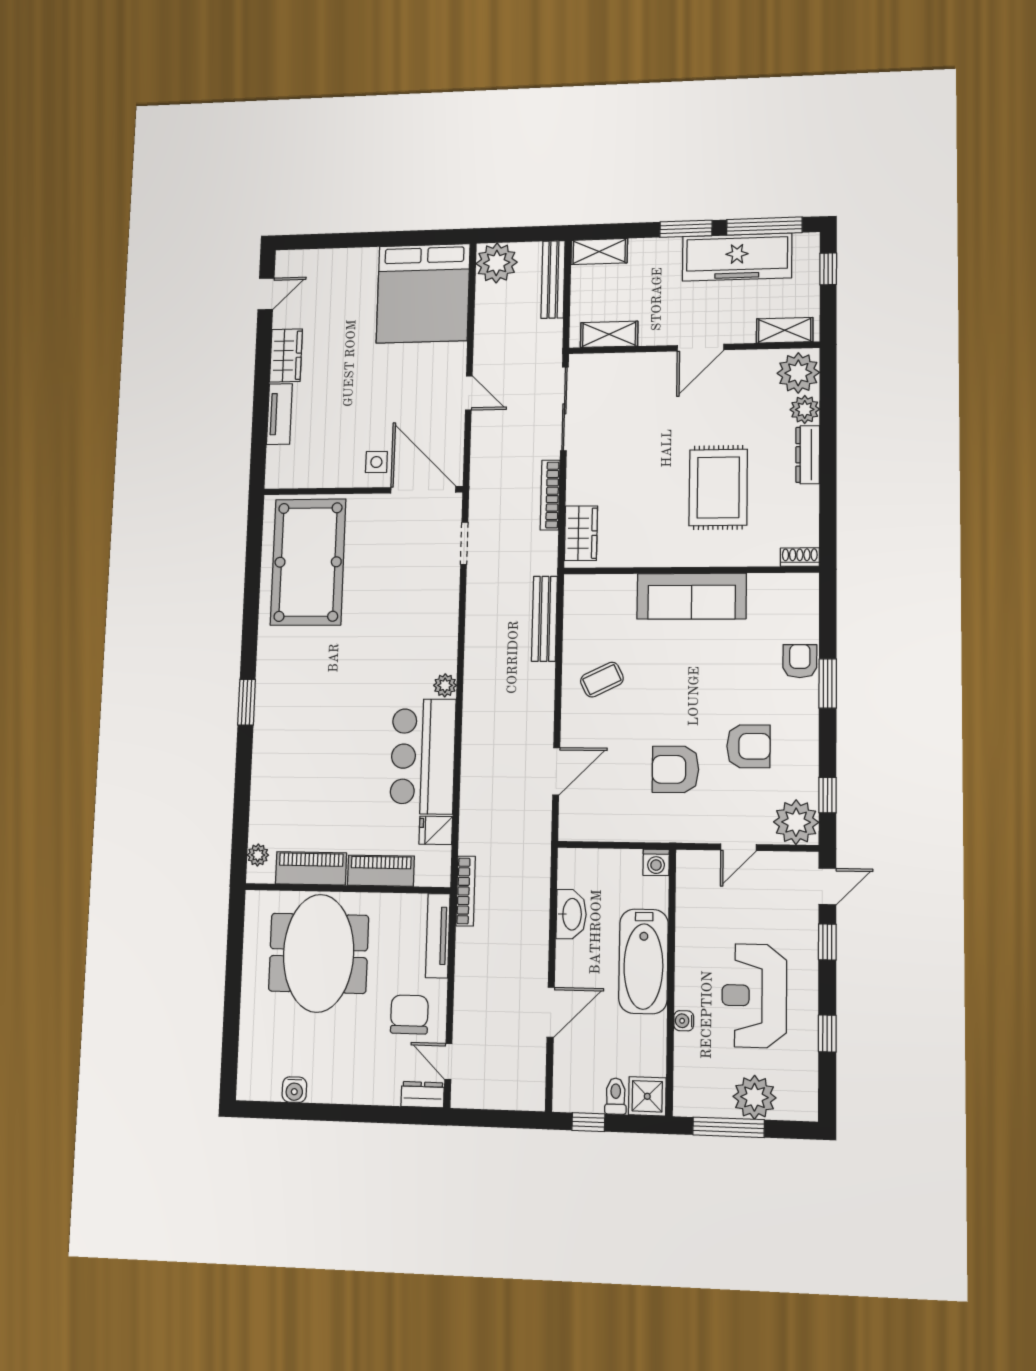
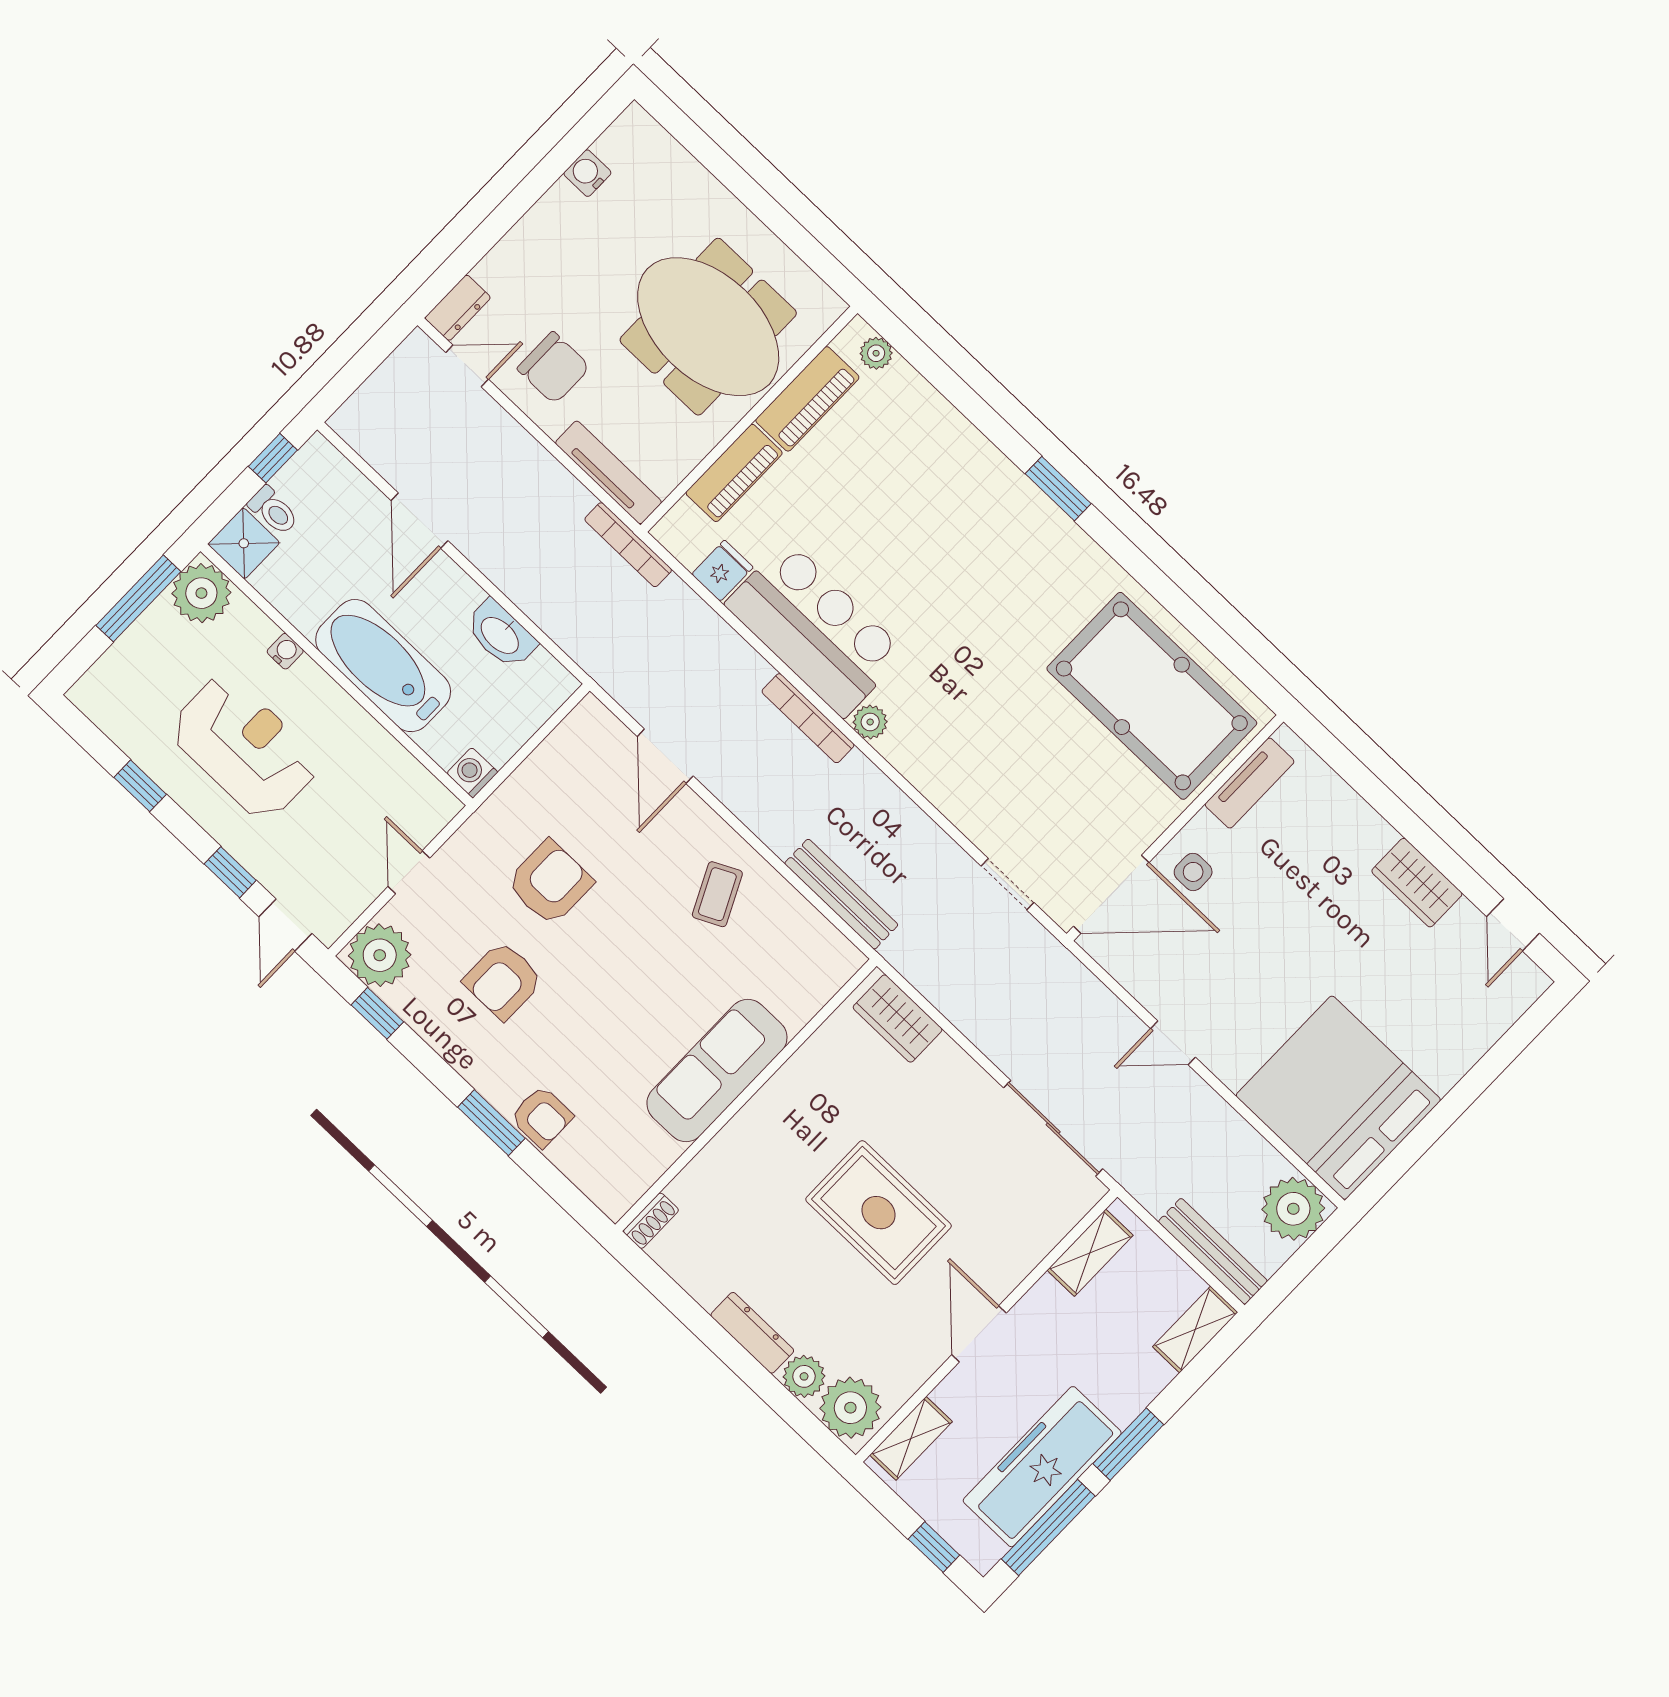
tv unit: (279, 414) -> (1250, 783), moved, turned -90
rug: (718, 487) -> (879, 1213), moved
bookcase: (550, 495) -> (808, 718), moved, turned 180
plant: (754, 1097) -> (201, 593), moved

